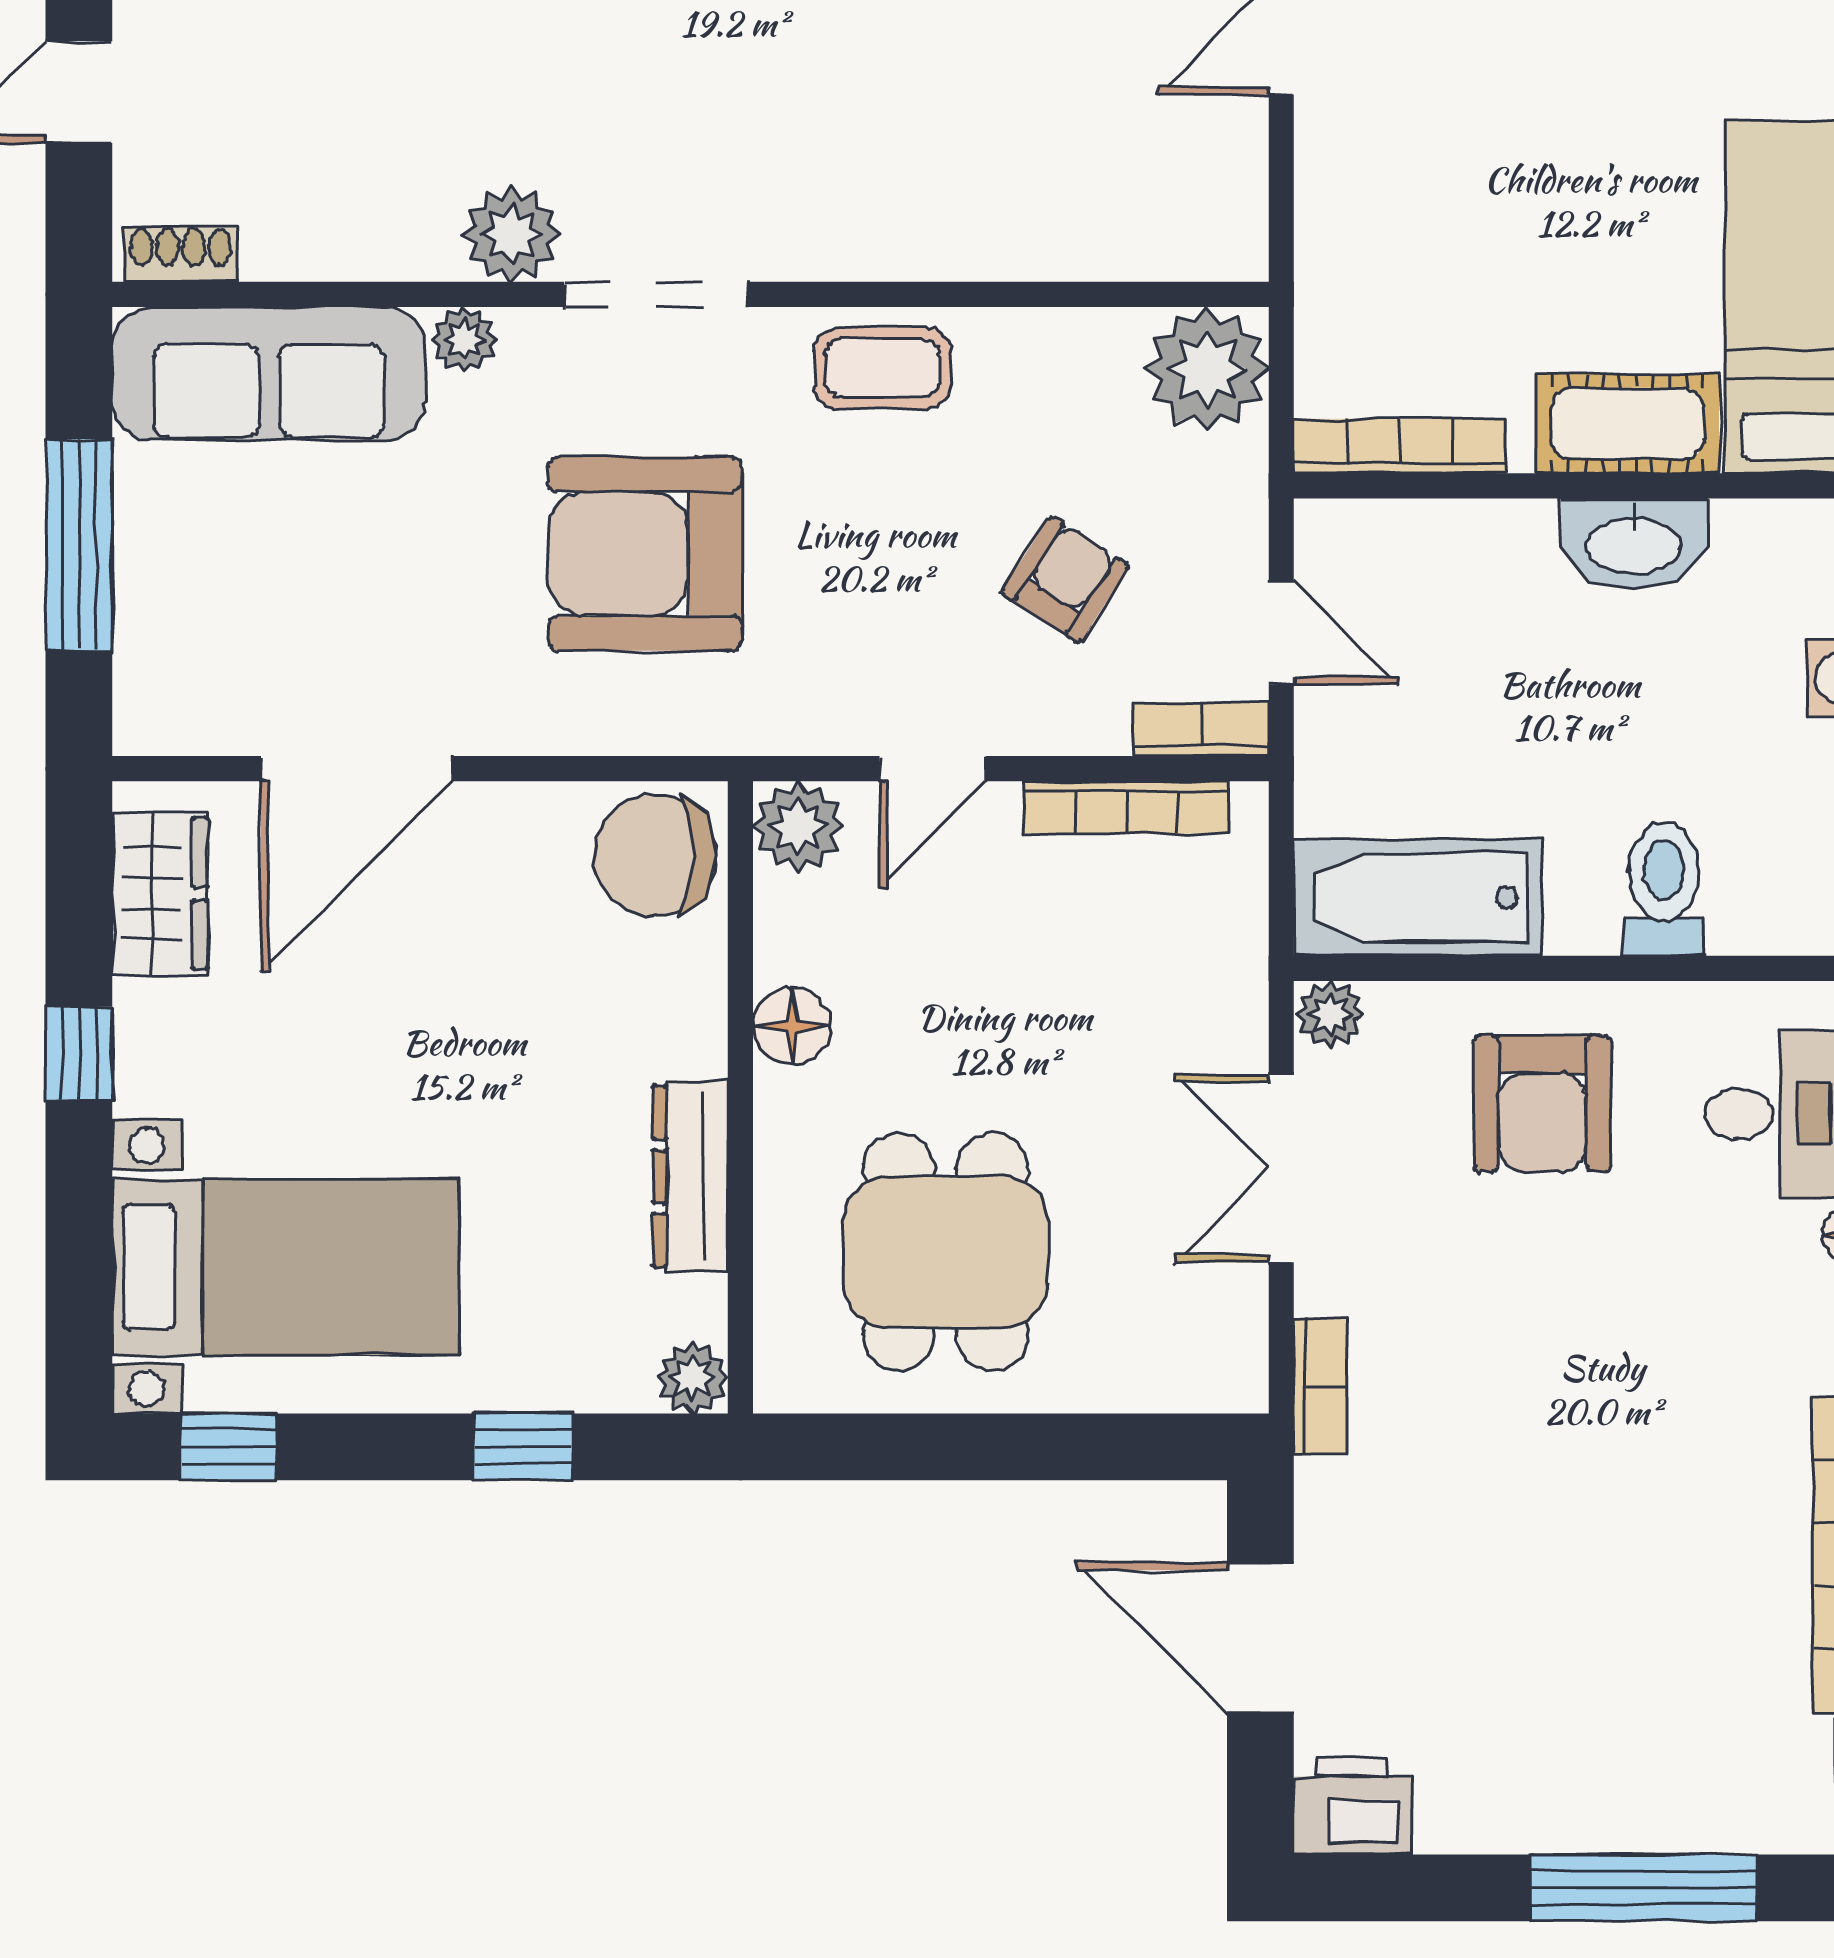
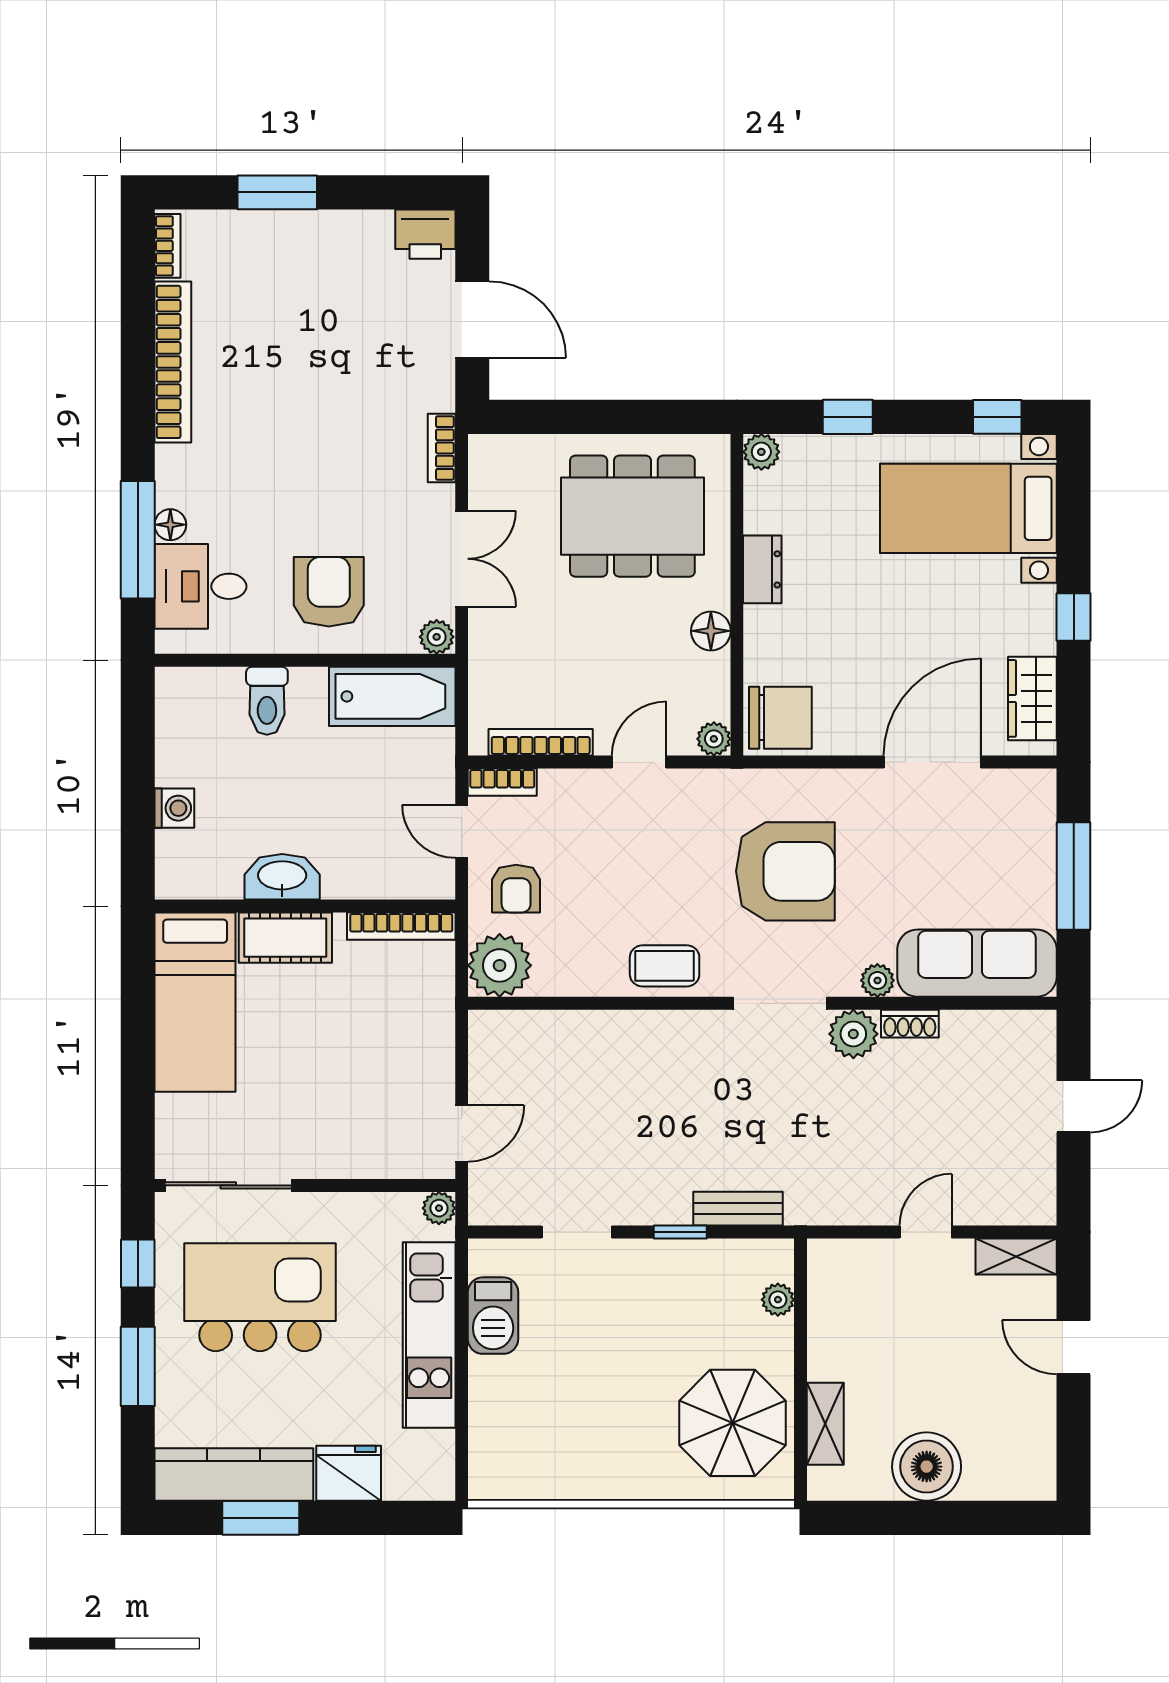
shoe rack: (181, 254) -> (910, 1024), moved
armchair: (1065, 579) -> (516, 889), moved, turned -33
plant: (798, 826) -> (714, 739), width x0.73, depth x0.73
dresser: (690, 1176) -> (762, 569), width x0.70
dining table: (946, 1252) -> (632, 516), width x1.38
window: (1644, 1888) -> (277, 192), width x0.69

